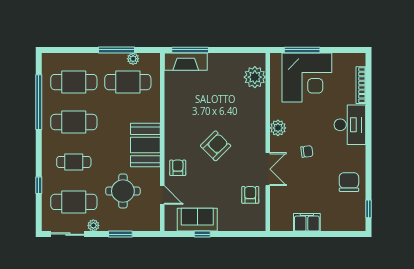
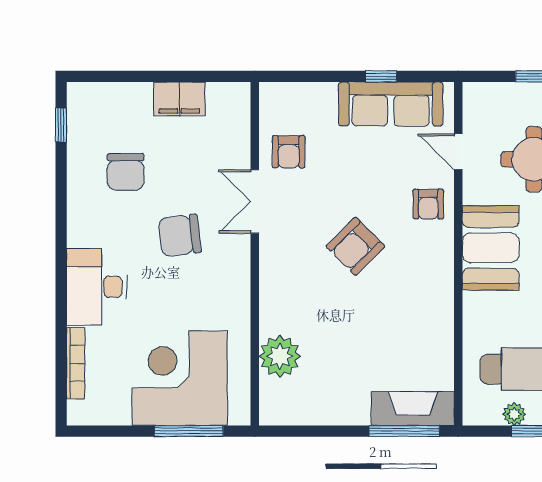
plant: (255, 77) -> (280, 356), moved
plant: (278, 128) -> (235, 281), removed
chair: (307, 152) -> (180, 235), width x1.87, depth x1.87
chair: (349, 182) -> (126, 172), moved
sofa: (197, 220) -> (391, 104), width x1.36

